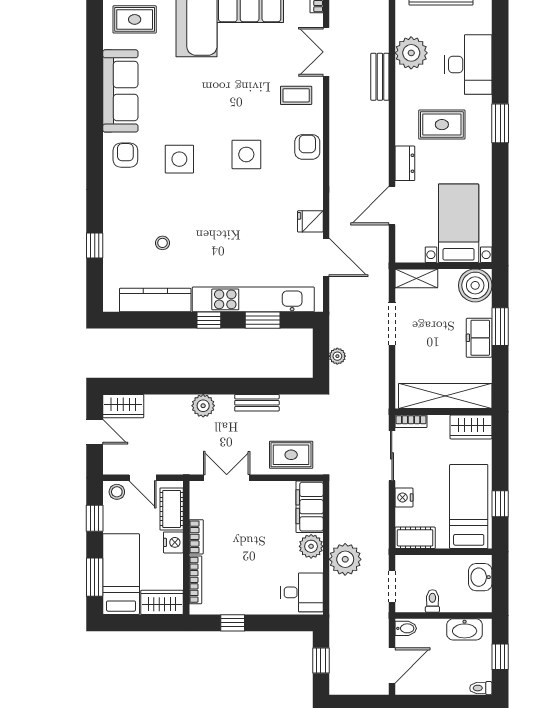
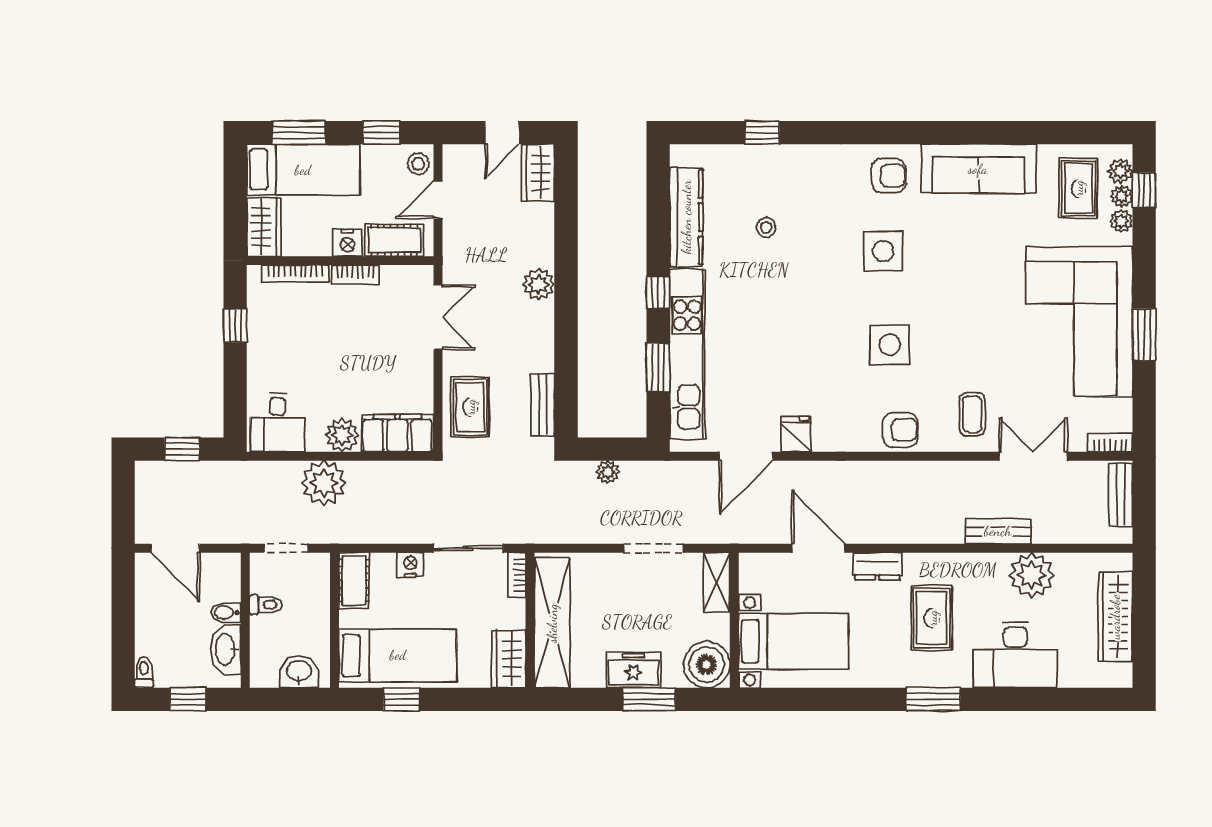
bench: (257, 403) -> (543, 405), moved
bidet: (406, 628) -> (226, 613), moved, turned 90

